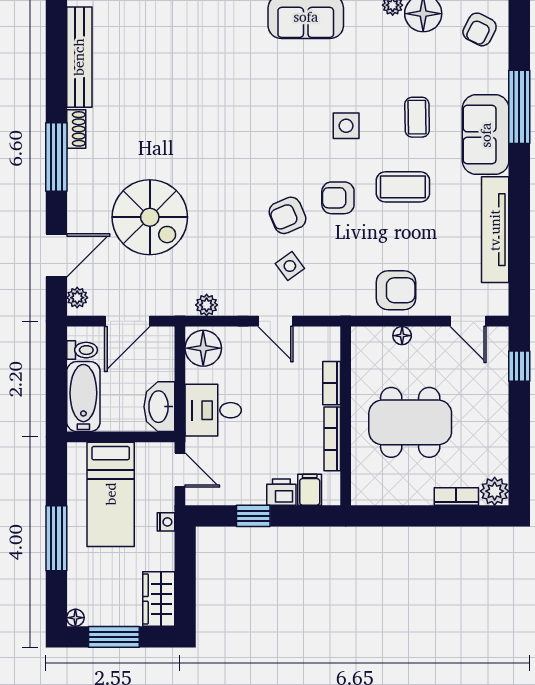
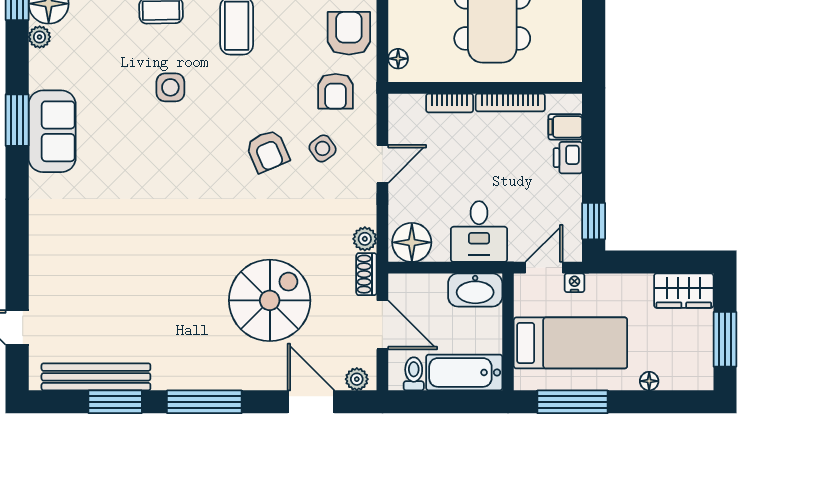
window: (56, 75) -> (115, 402), added
shoe rack: (76, 129) -> (366, 274), moved, turned -90
armchair: (338, 198) -> (336, 91), moved
floor lamp: (402, 336) -> (398, 59), moved
window: (253, 516) -> (594, 221), moved
nightstand: (166, 522) -> (575, 283), moved
window: (56, 538) -> (572, 402), moved
floor lamp: (75, 618) -> (649, 381), moved

